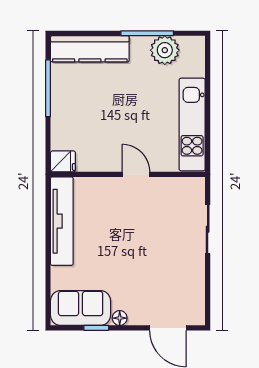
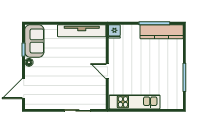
kitchen counter: (90, 49) -> (162, 32), moved, turned -90
plant: (165, 50) -> (175, 87), removed
door: (136, 174) -> (107, 71), swing flipped

